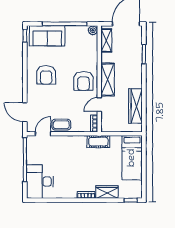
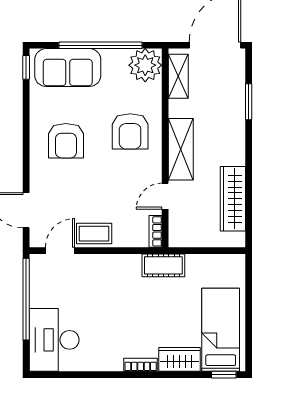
plant: (93, 30) -> (145, 65), width x1.87, depth x1.87
armchair: (83, 81) -> (130, 131), moved
bed: (132, 158) -> (221, 330), moved, turned 180

